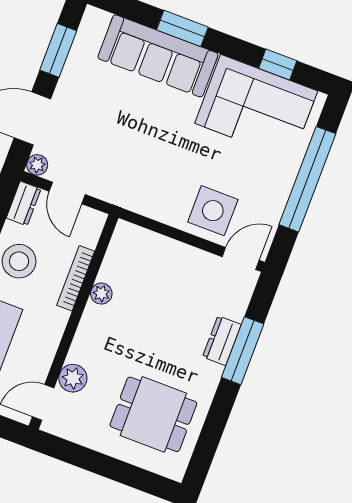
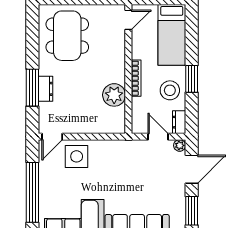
bookcase: (76, 278) -> (136, 78), moved
plant: (101, 294) -> (114, 95), width x1.87, depth x1.87
plant: (73, 378) -> (118, 39), removed
dining table: (153, 414) -> (67, 36), width x1.38

